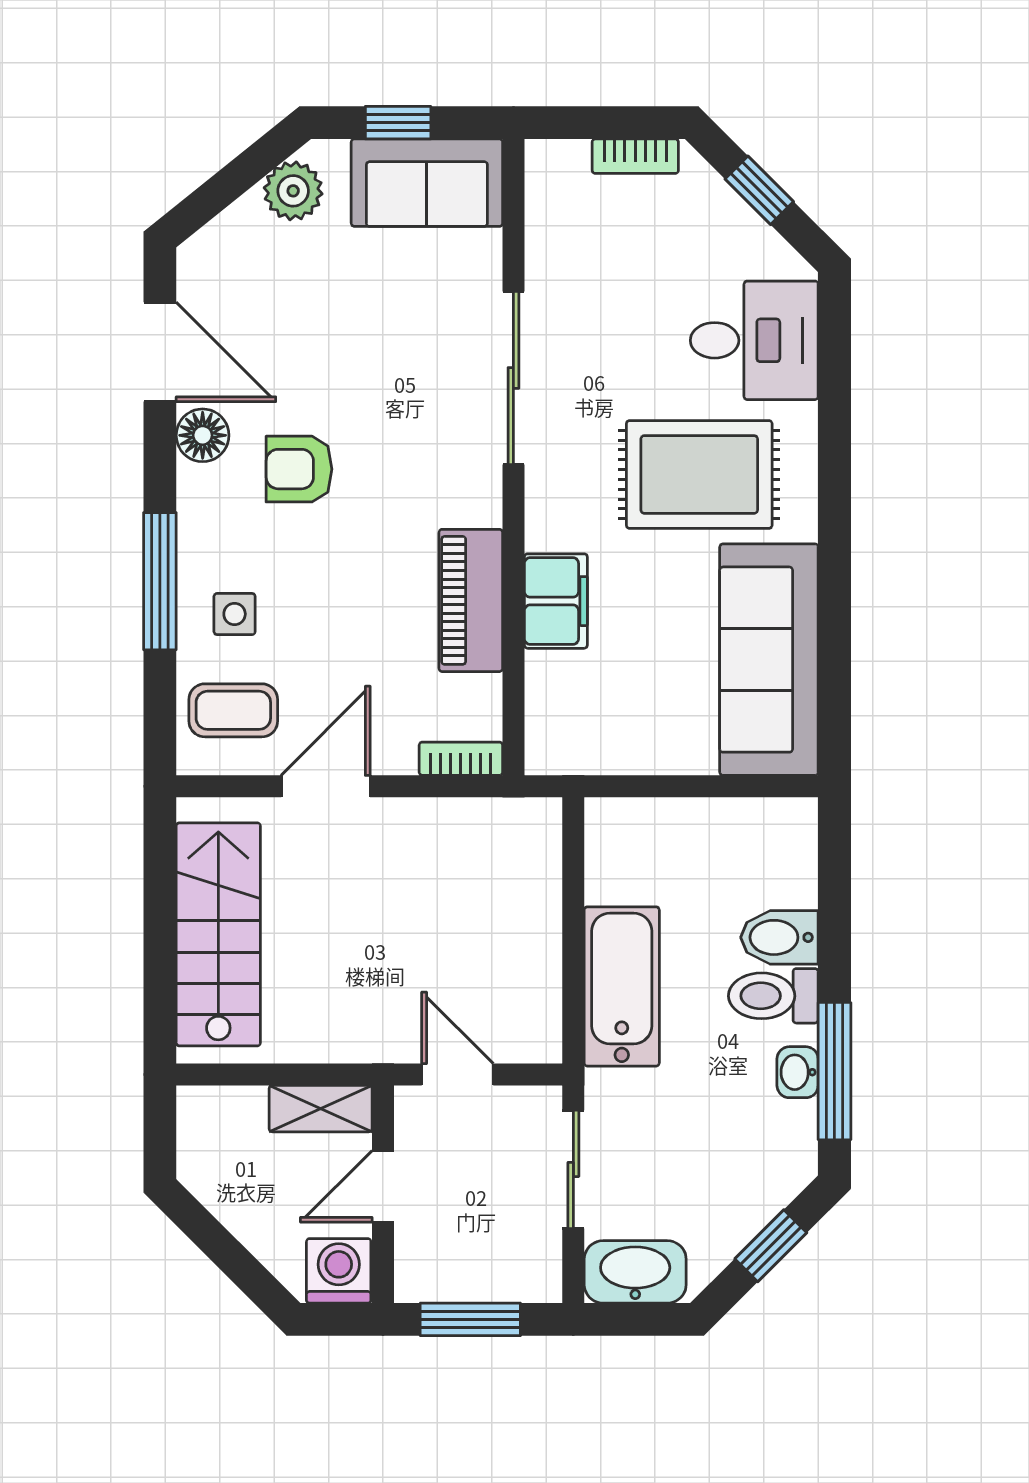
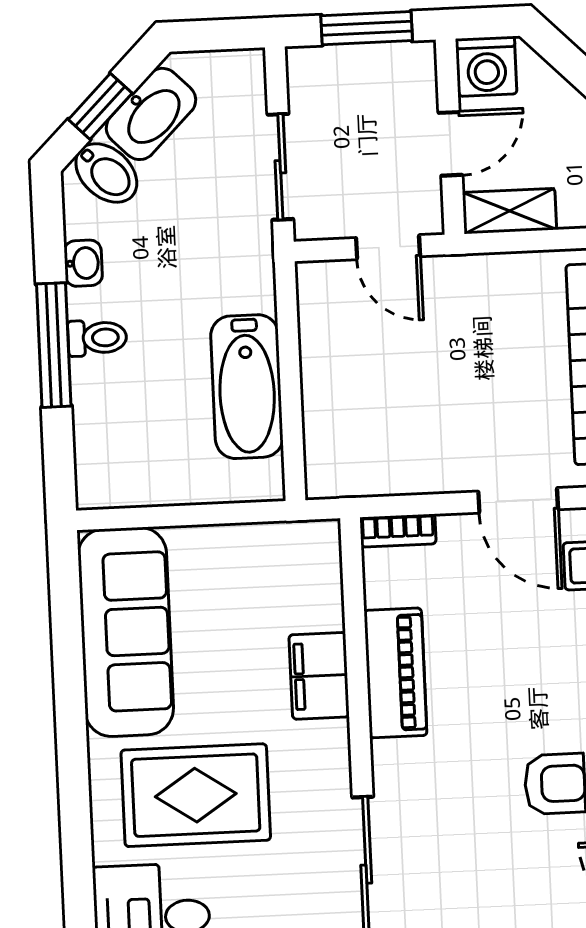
door: (326, 786) -> (518, 500), hinge flipped
bidet: (779, 937) -> (106, 173), moved, turned 45
bathtub: (622, 986) -> (247, 387), moved
toilet: (773, 996) -> (97, 338), width x0.73, depth x0.72
window: (834, 1071) -> (54, 345), moved
washbasin: (635, 1272) -> (151, 114), moved, turned -45

